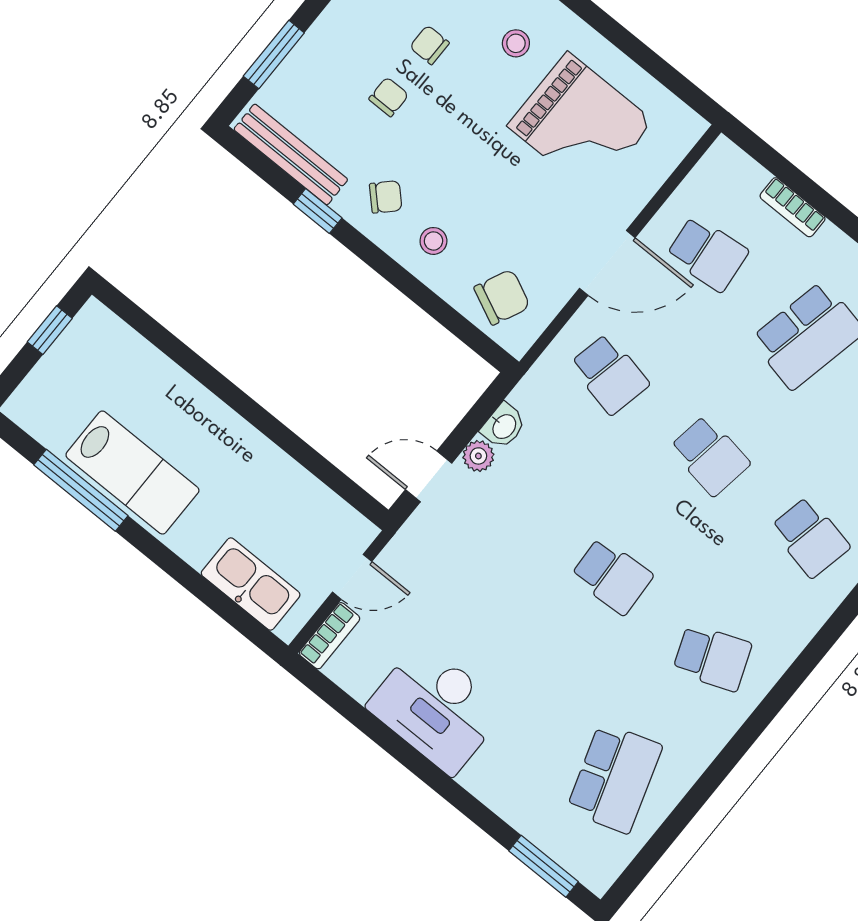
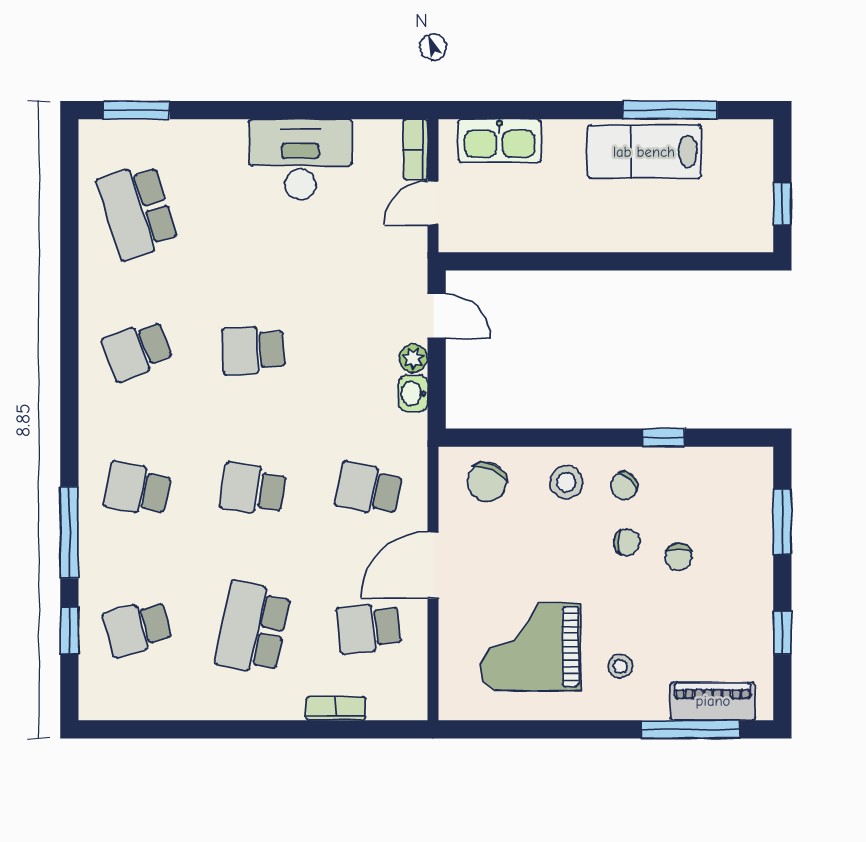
chair: (430, 45) -> (627, 542), moved
bench: (291, 154) -> (714, 462), removed
stool: (433, 241) -> (566, 482), width x1.37, depth x1.37
door: (429, 476) -> (437, 316), hinge flipped

